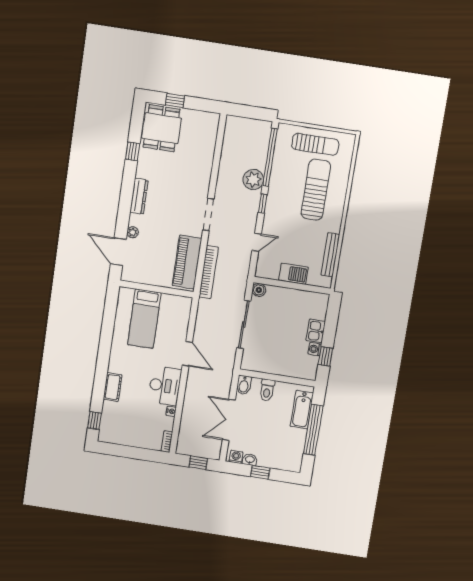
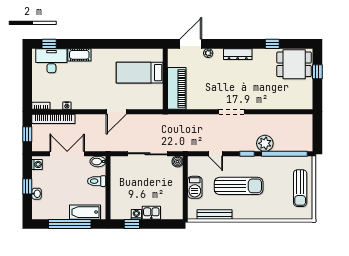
sun lounger: (316, 190) -> (239, 186), moved
piano: (187, 262) -> (177, 88), moved, turned 90
bookcase: (209, 272) -> (53, 119), moved
desk: (165, 386) -> (51, 61), moved, turned 180
washbasin: (250, 460) -> (37, 194), moved

